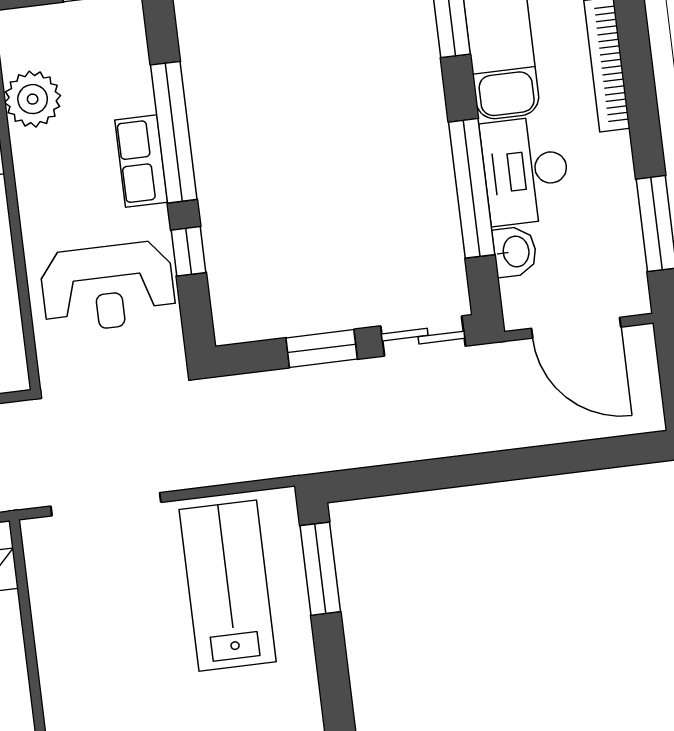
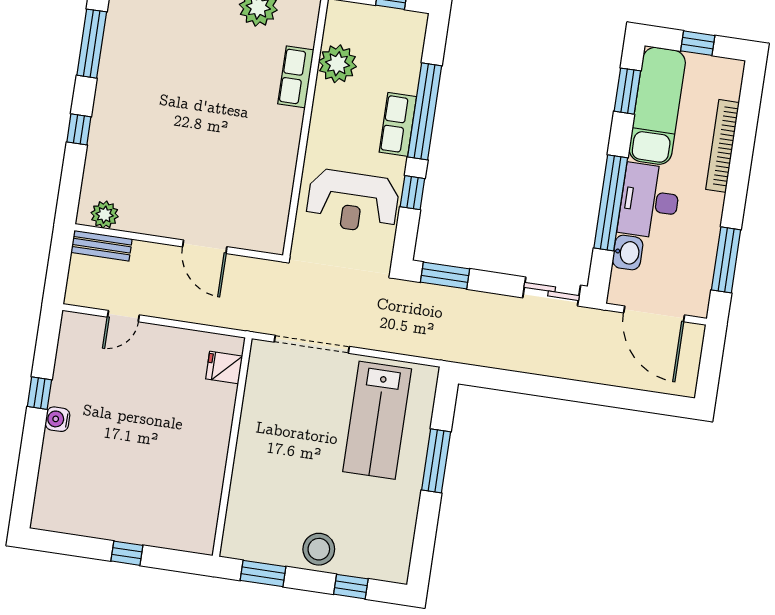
window: (322, 349) -> (445, 276), moved
window: (320, 569) -> (436, 461), moved
lab bench: (228, 586) -> (377, 420), turned 180

